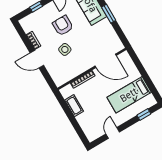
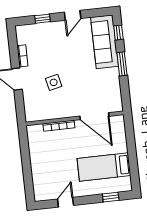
armchair: (63, 26) -> (64, 54), removed
cot: (74, 106) -> (35, 151), removed

